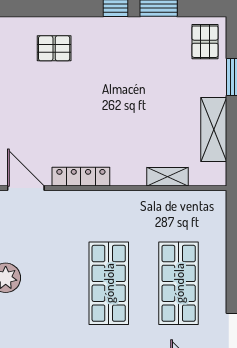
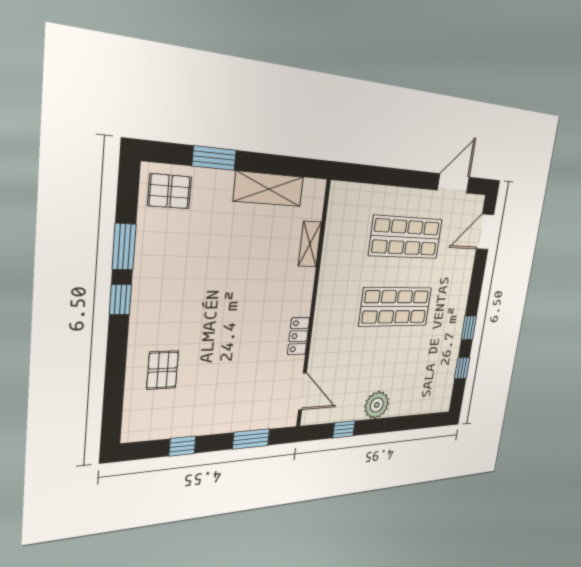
locker: (81, 177) -> (299, 336), width x0.66
door: (26, 188) -> (302, 391), swing flipped

